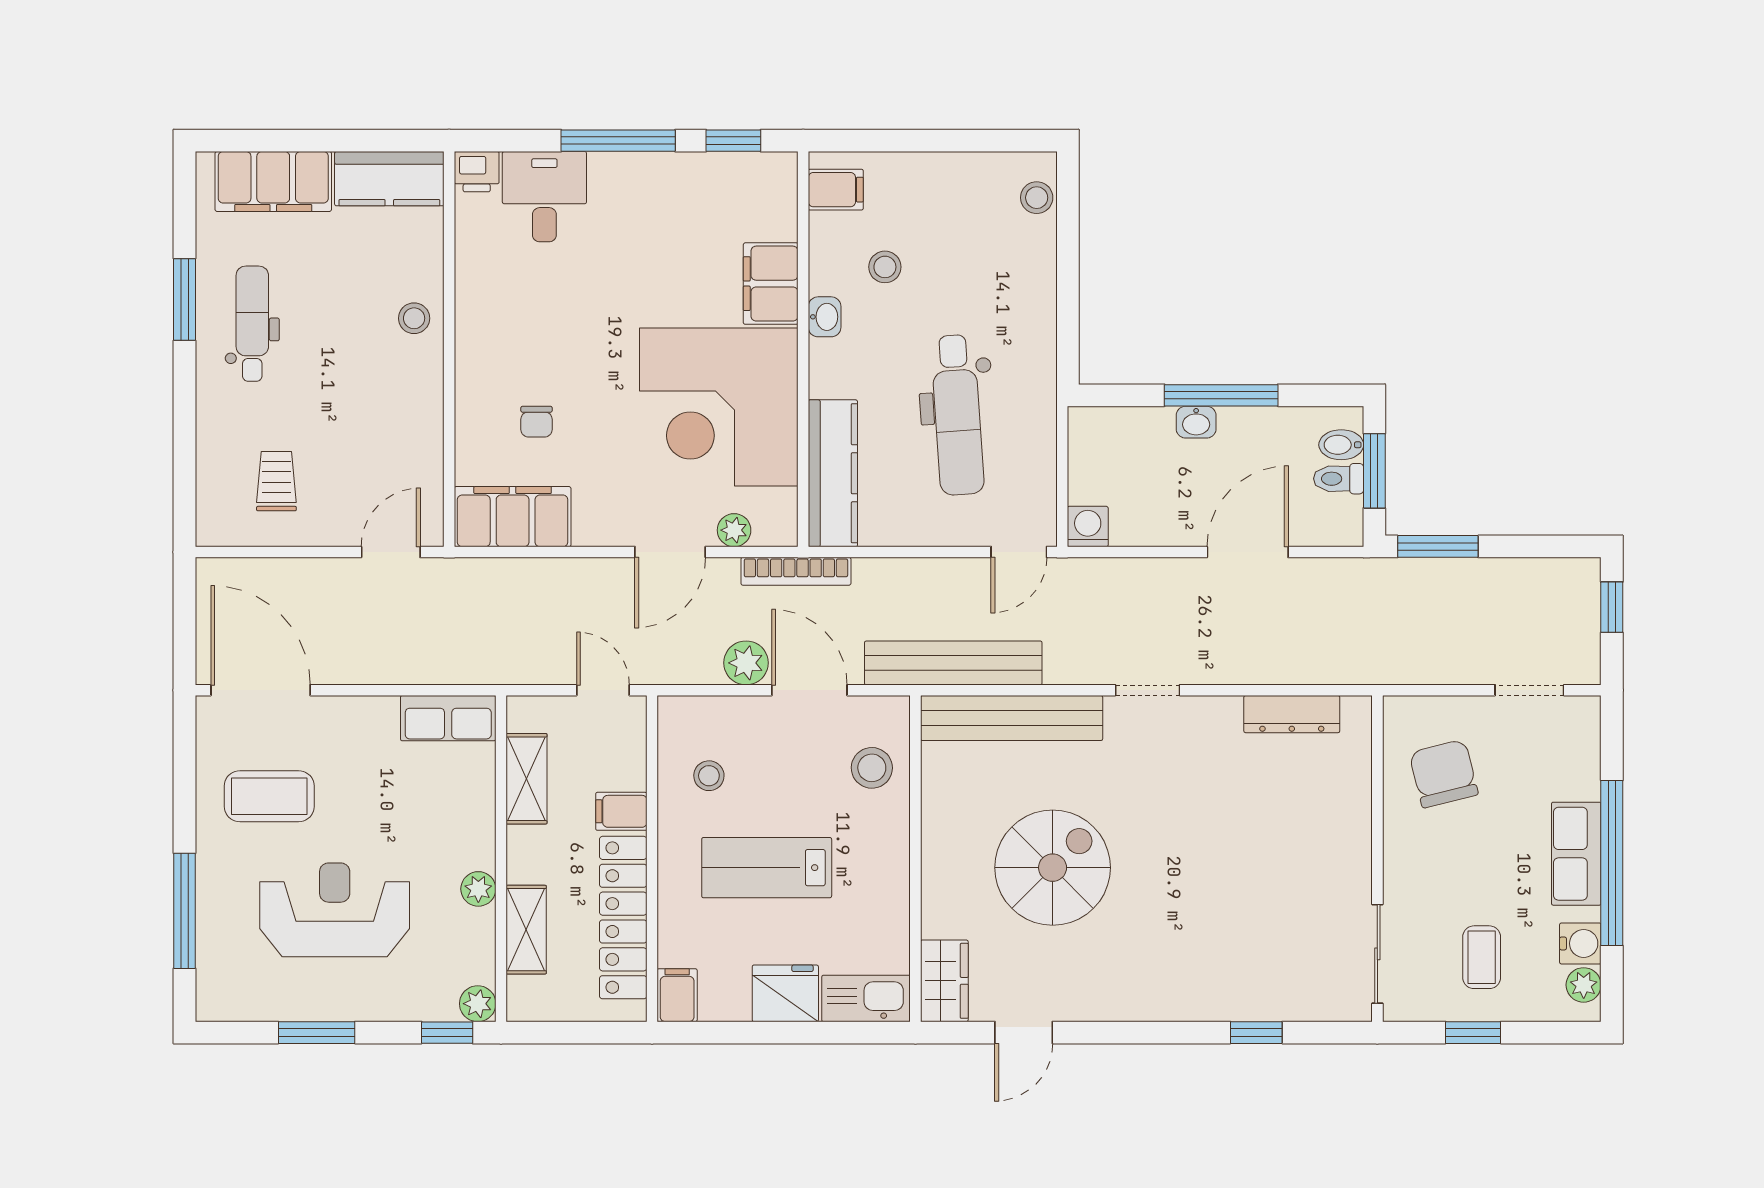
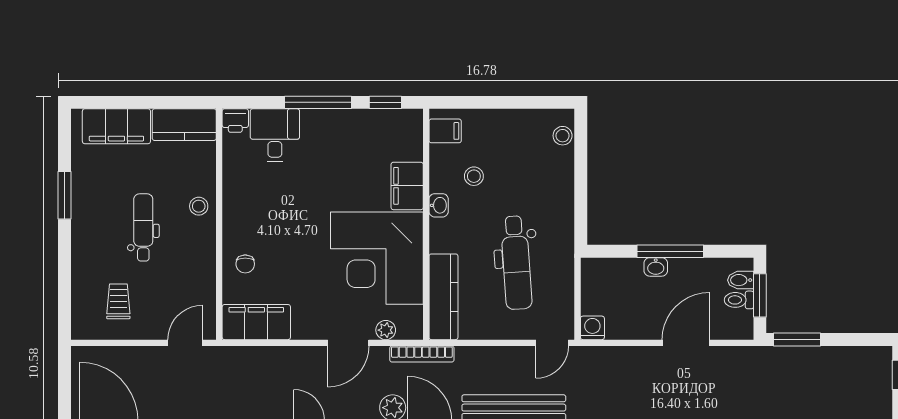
dental chair: (252, 324) -> (143, 227), moved
chair: (537, 422) -> (245, 264), moved

